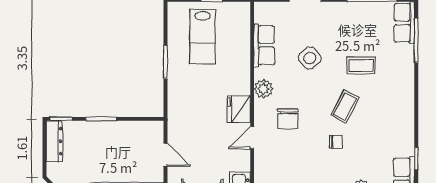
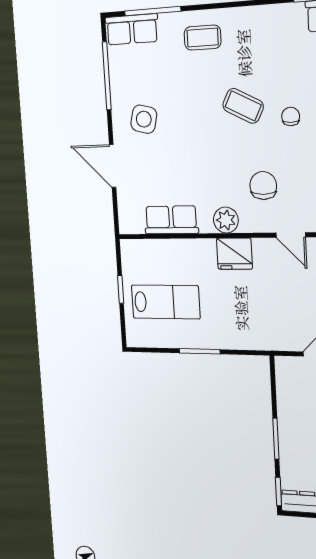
side table: (310, 58) -> (144, 119), moved, turned -36
coffee table: (361, 65) -> (203, 38), moved, turned 90
fridge: (239, 109) -> (234, 254), moved
chair: (288, 119) -> (263, 186), turned -90

